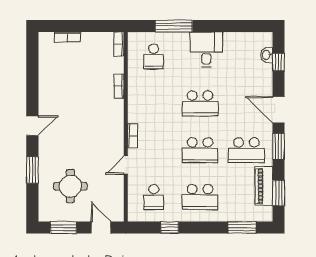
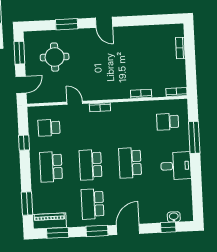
piano: (264, 186) -> (49, 221), moved

